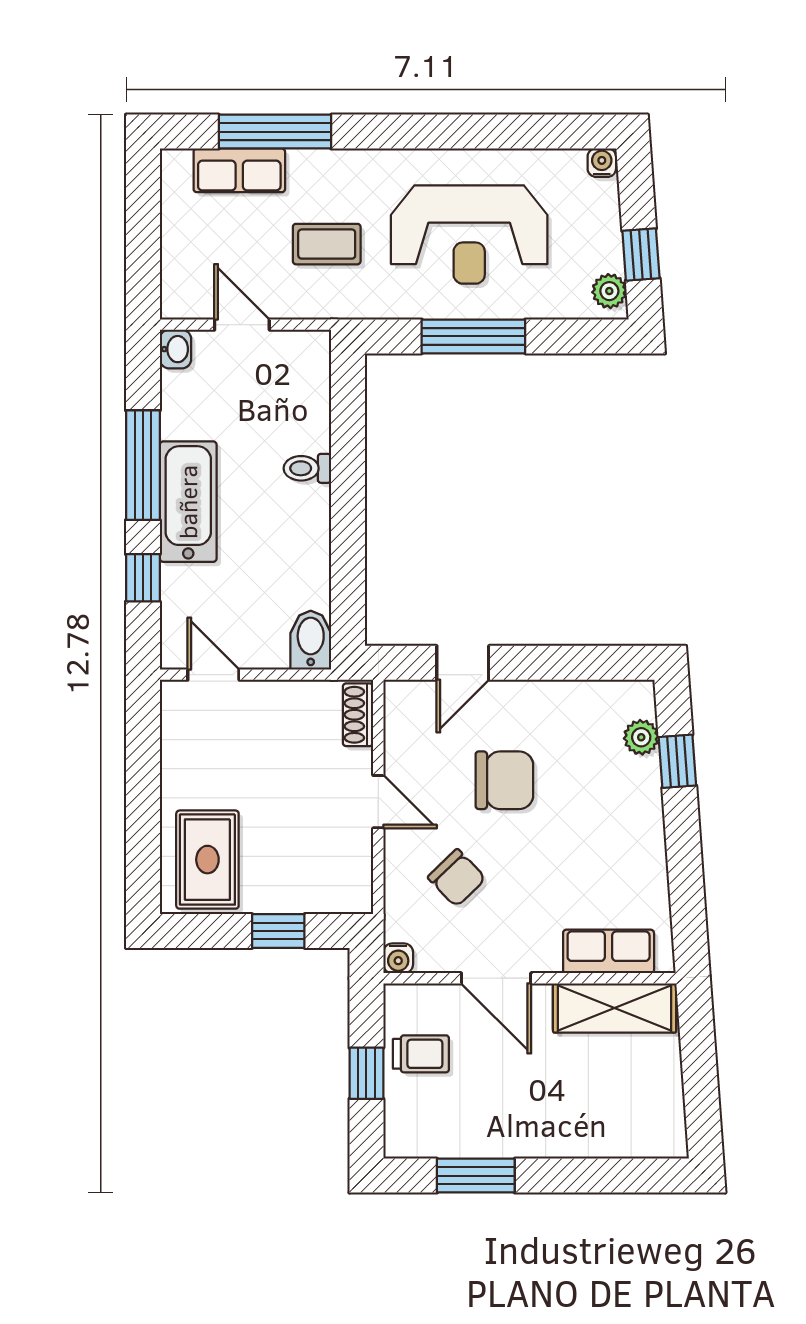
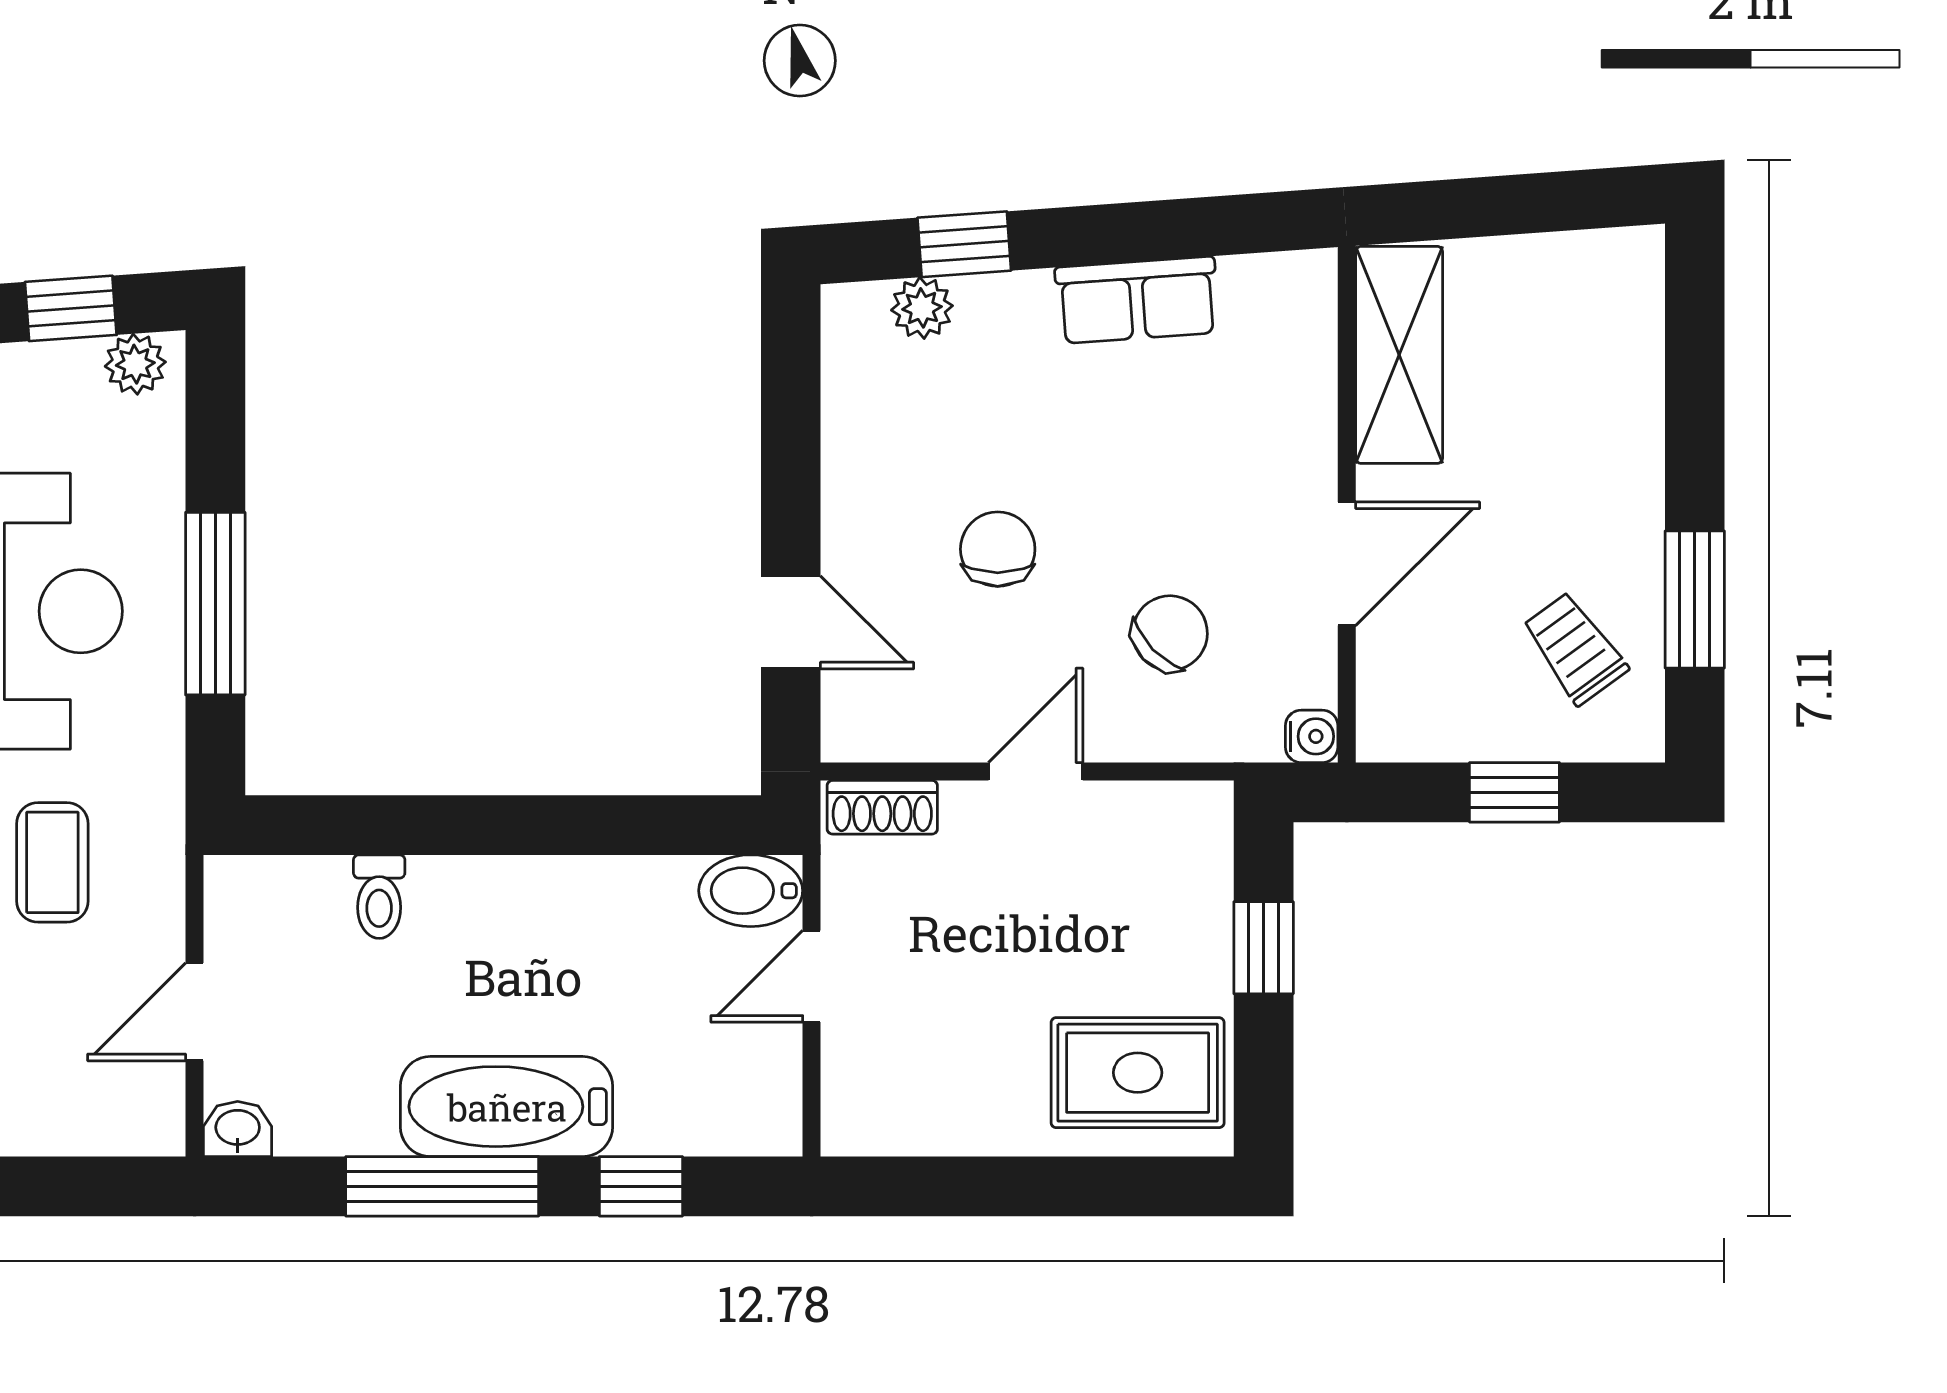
toilet: (307, 468) -> (379, 897), moved
door: (213, 675) -> (812, 976), moved
chair: (504, 780) -> (998, 549), width x0.73, depth x0.73
row of seats: (609, 951) -> (1137, 300), moved, turned -94
trolley: (421, 1054) -> (1575, 648), moved, turned -36

